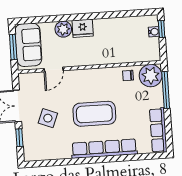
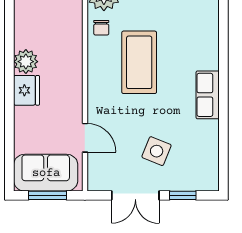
plant: (63, 29) -> (26, 62), moved
coffee table: (94, 114) -> (139, 62), moved
row of seats: (104, 149) -> (208, 95), width x0.50

